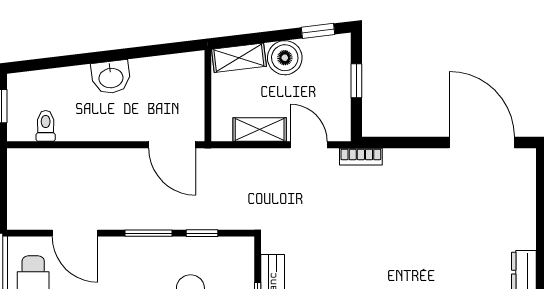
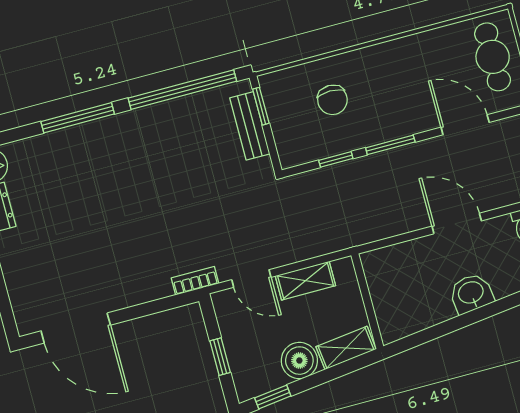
door: (172, 145) -> (457, 223), moved

